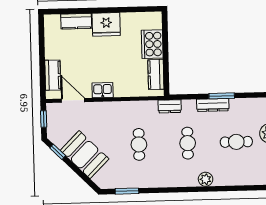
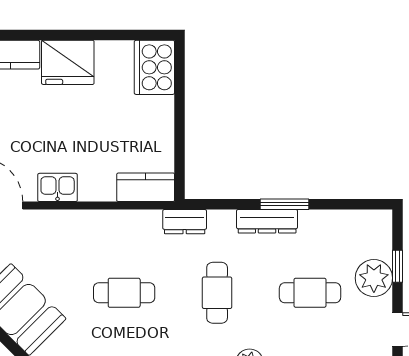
cooker: (152, 44) -> (154, 67), moved
kitchen counter: (156, 74) -> (146, 187), moved, turned 90
cafe table: (139, 144) -> (124, 293), turned 90

